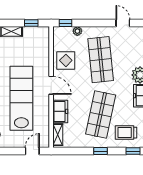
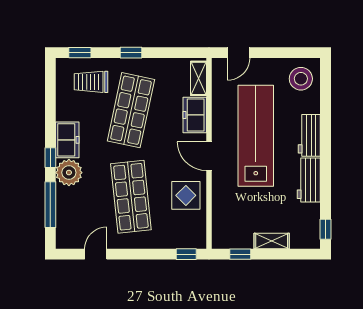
door: (123, 23) -> (96, 254), swing flipped
plant: (77, 31) -> (168, 242), removed
lab bench: (21, 98) -> (256, 136), turned 180
trolley: (126, 133) -> (91, 82), turned 180

